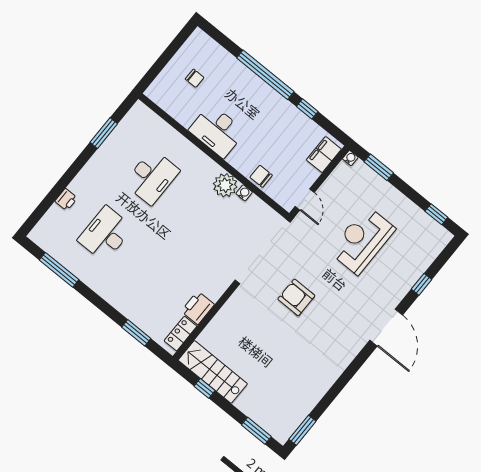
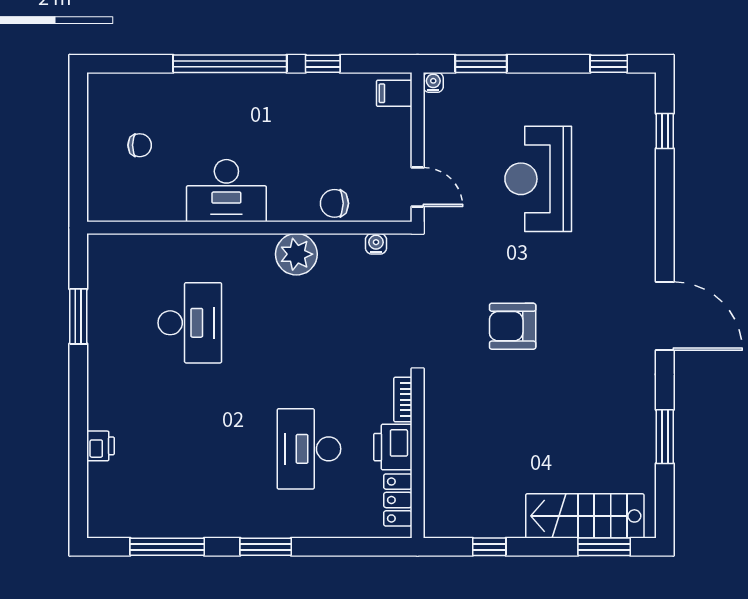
filing cabinet: (324, 155) -> (394, 93), width x0.50
water cooler: (244, 193) -> (376, 244), moved
desk: (105, 234) -> (309, 449), moved
window: (421, 284) -> (665, 131), moved
bookcase: (220, 290) -> (403, 400), added
door: (386, 328) -> (665, 316), moved
window: (136, 333) -> (266, 547), moved
stairs: (213, 372) -> (585, 516), moved
window: (302, 430) -> (665, 437), moved

